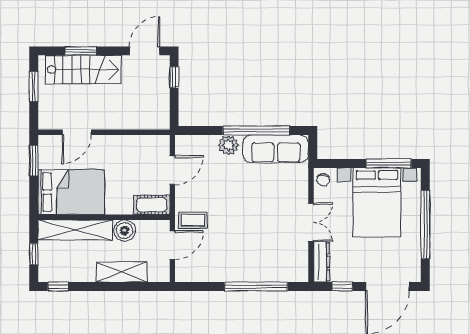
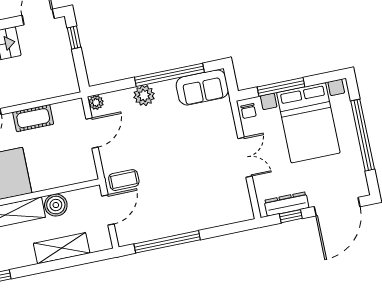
plant: (182, 142) -> (96, 102), added
sofa: (276, 149) -> (202, 87), width x0.73
window: (389, 163) -> (281, 87), moved
cot: (152, 205) -> (33, 118), moved
dresser: (322, 262) -> (286, 204), moved, turned -90
window: (256, 286) -> (167, 242), moved

